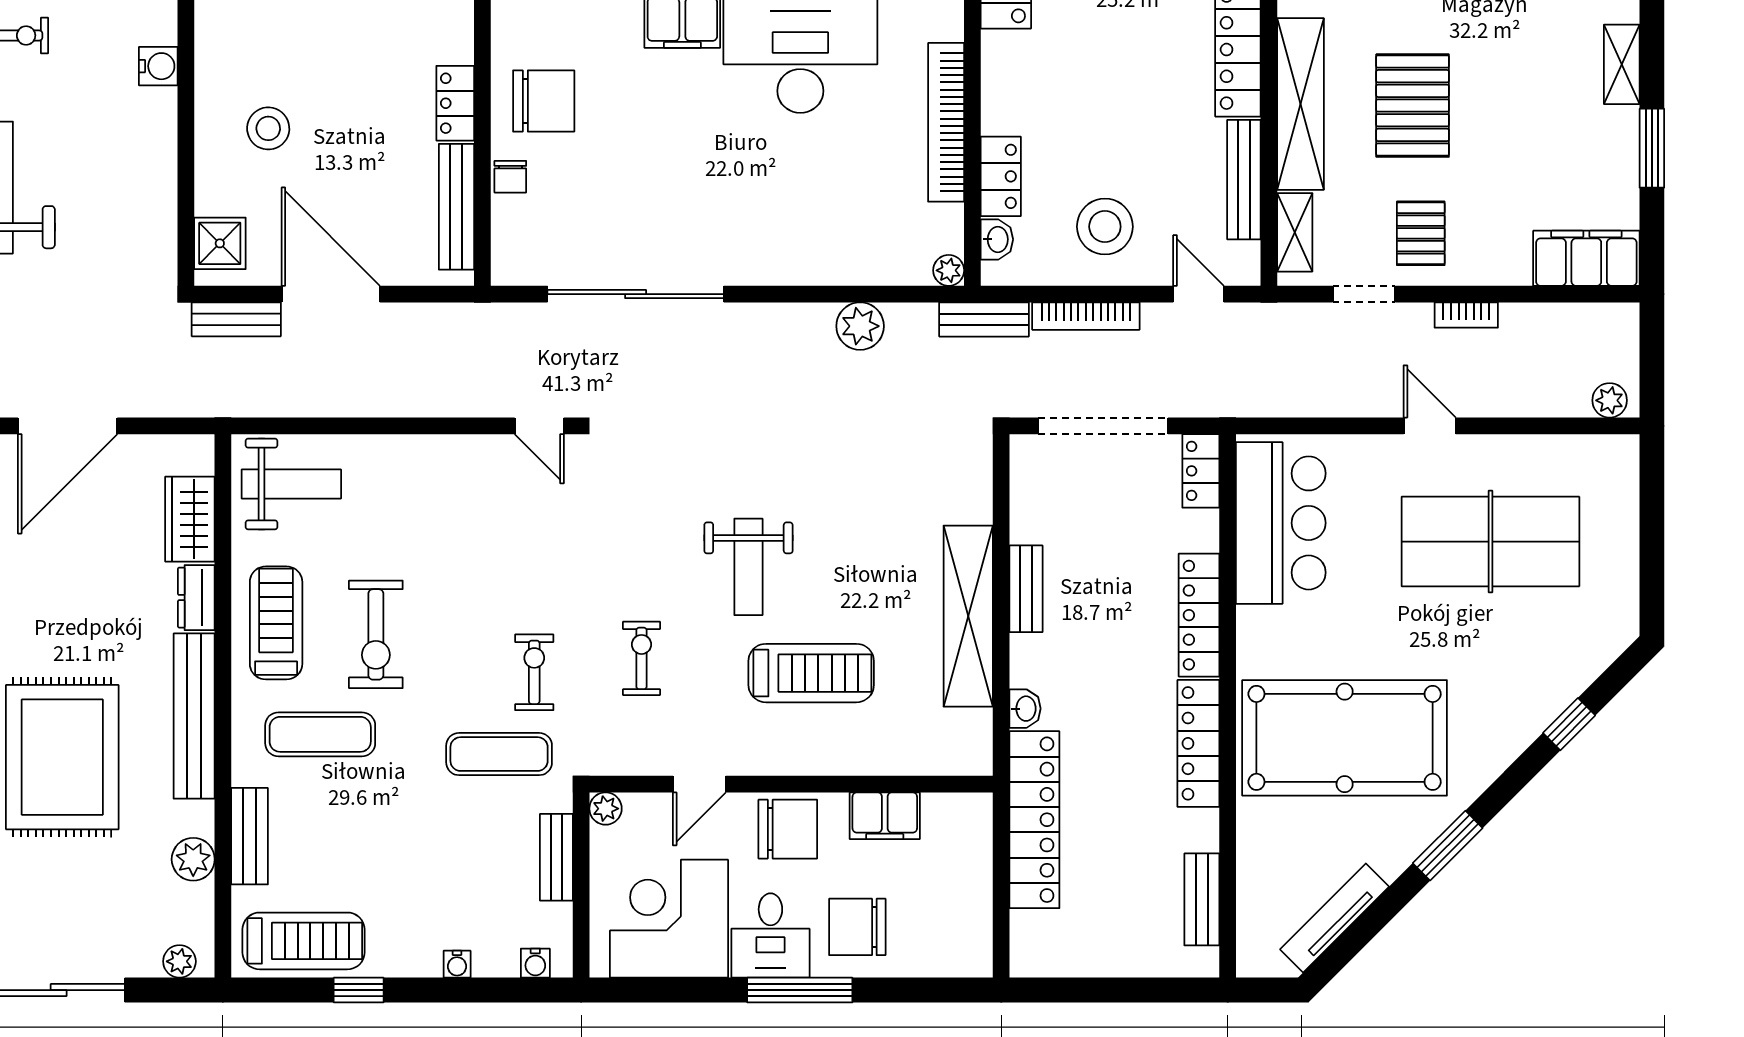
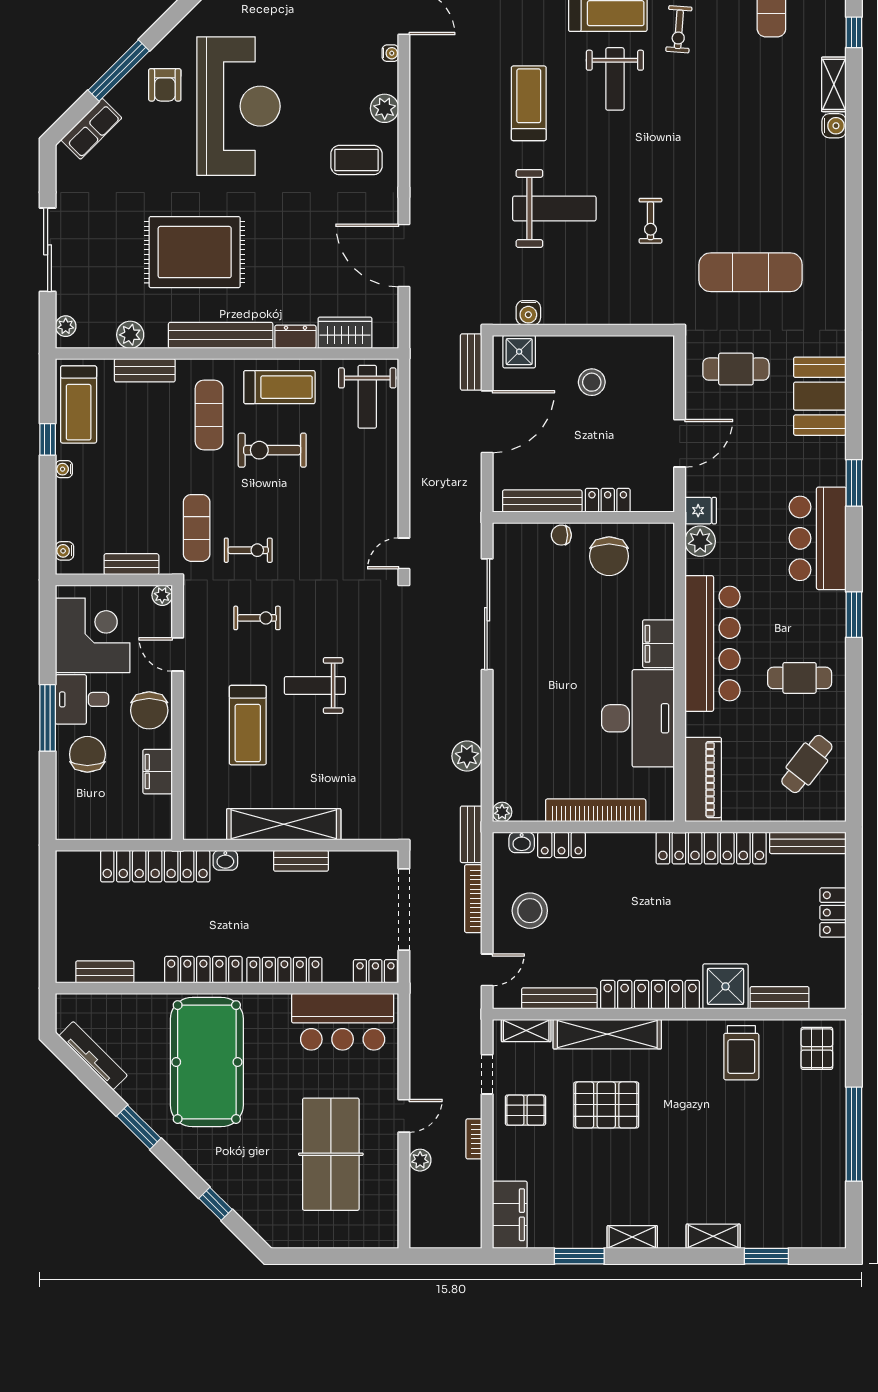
water cooler: (158, 66) -> (528, 313), moved
plant: (1610, 400) -> (420, 1160), moved
water cooler: (457, 964) -> (64, 469), moved

